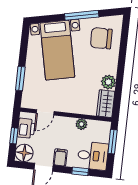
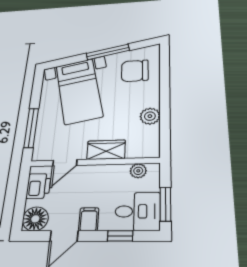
window: (20, 79) -> (31, 128), width x1.44
wardrobe: (106, 104) -> (106, 150), moved, turned 90
plant: (81, 124) -> (138, 171), moved
window: (14, 136) -> (21, 198), removed
window: (113, 142) -> (165, 204), moved

